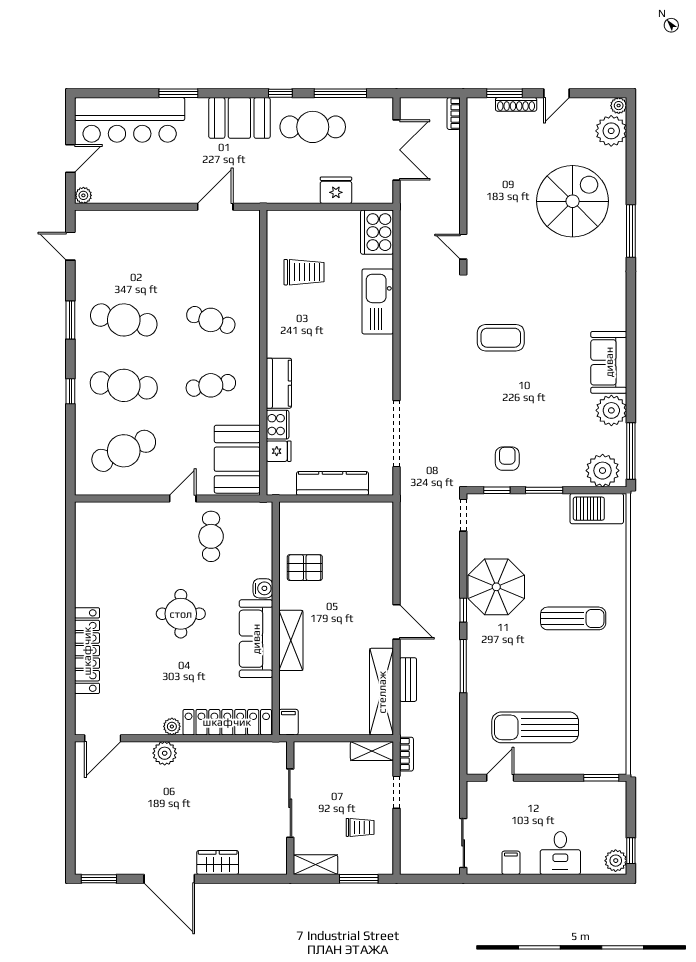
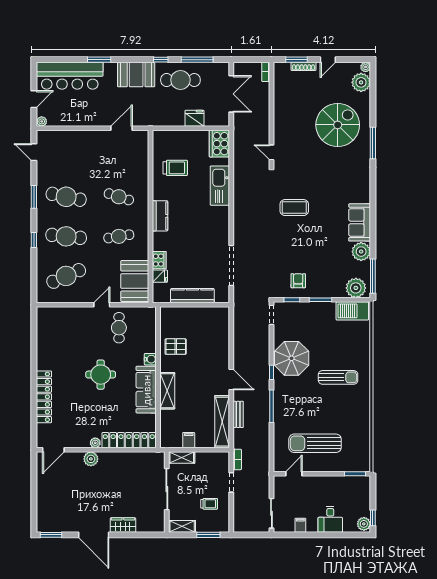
kitchen counter: (279, 383) -> (160, 216), moved
filing cabinet: (288, 722) -> (189, 440), moved
shelving: (372, 751) -> (182, 458), moved

